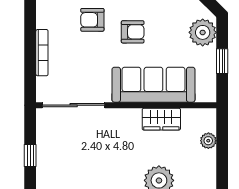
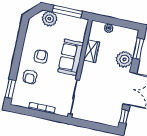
window: (222, 61) -> (67, 11), width x2.17
sofa: (153, 85) -> (71, 57), width x0.73
window: (30, 156) -> (96, 126), removed

